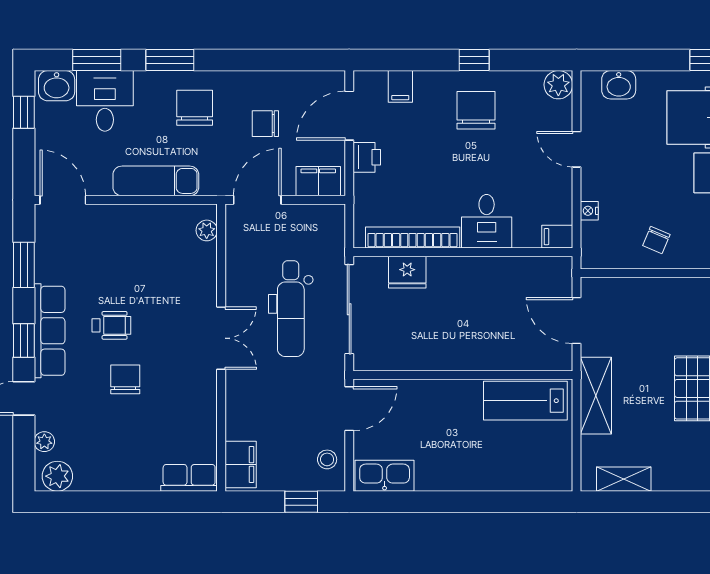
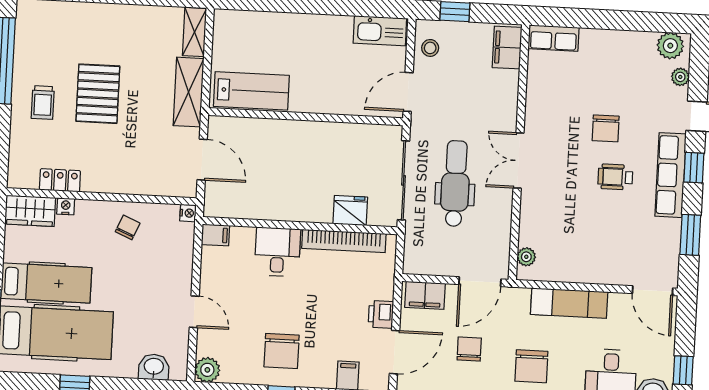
chair: (265, 124) -> (469, 349), turned -90
nightstand: (589, 211) -> (188, 213), moved
shelving: (624, 479) -> (195, 32), moved, turned 90

